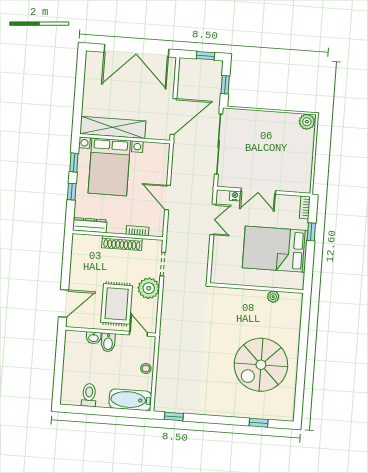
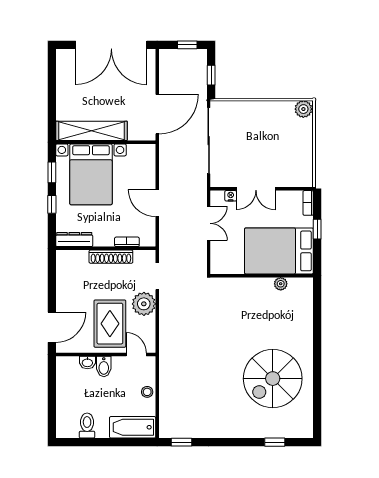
wall: (256, 288) -> (262, 276), moved
plant: (273, 297) -> (281, 284), moved

